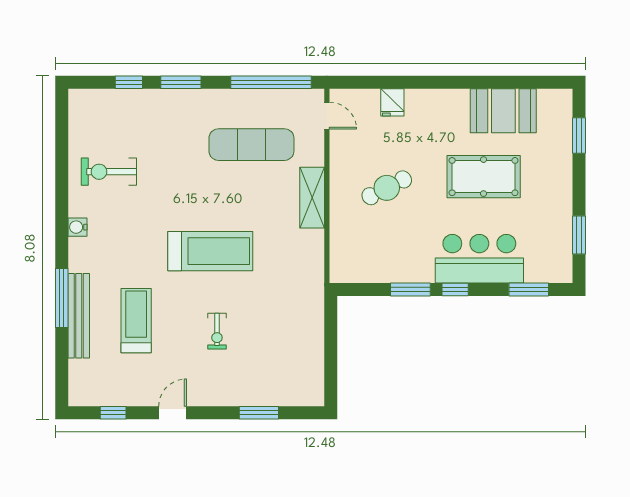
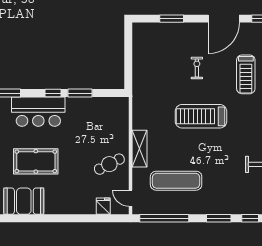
fridge: (392, 102) -> (103, 206), moved
cafe table: (387, 188) -> (109, 164), moved
door: (173, 413) -> (224, 19), width x1.88

